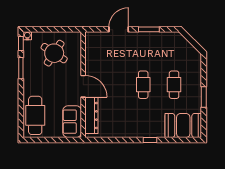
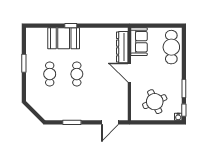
door: (119, 29) -> (110, 122), moved
round table: (54, 53) -> (155, 102), turned 34
booth: (183, 126) -> (64, 38), moved

